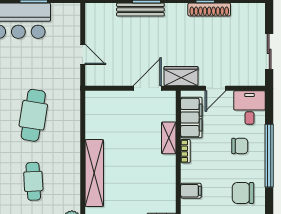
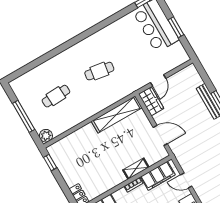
wardrobe: (181, 76) -> (151, 101), moved
cafe table: (33, 115) -> (99, 71), width x0.73, depth x0.74
shelving: (94, 173) -> (117, 114), moved

